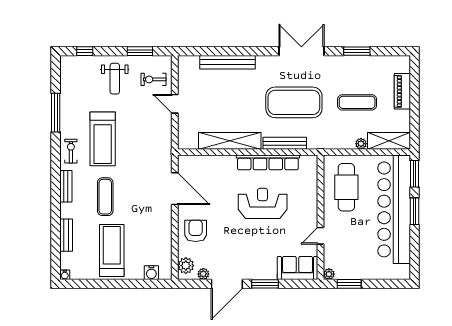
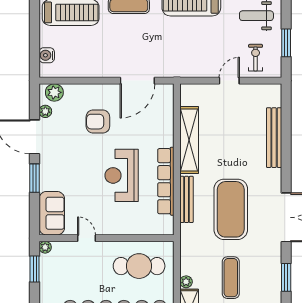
reception desk: (263, 203) -> (122, 175), turned 180
armchair: (196, 231) -> (98, 122), moved, turned 180

